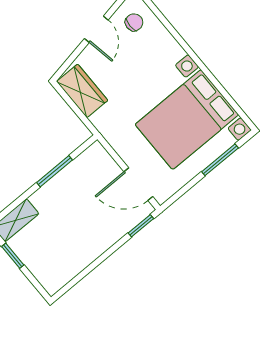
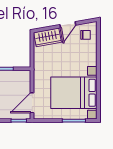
wardrobe: (82, 91) -> (48, 37), moved, turned 80
door: (138, 184) -> (32, 103), hinge flipped

